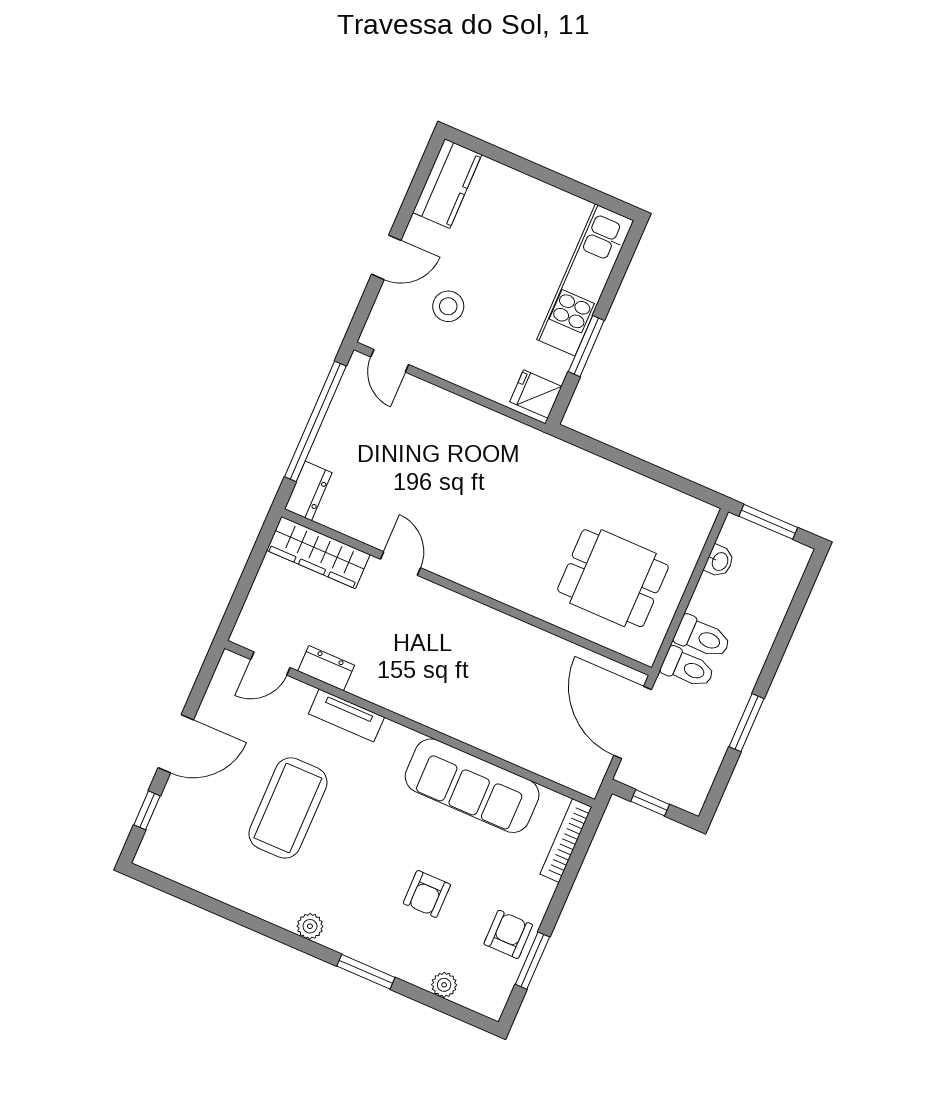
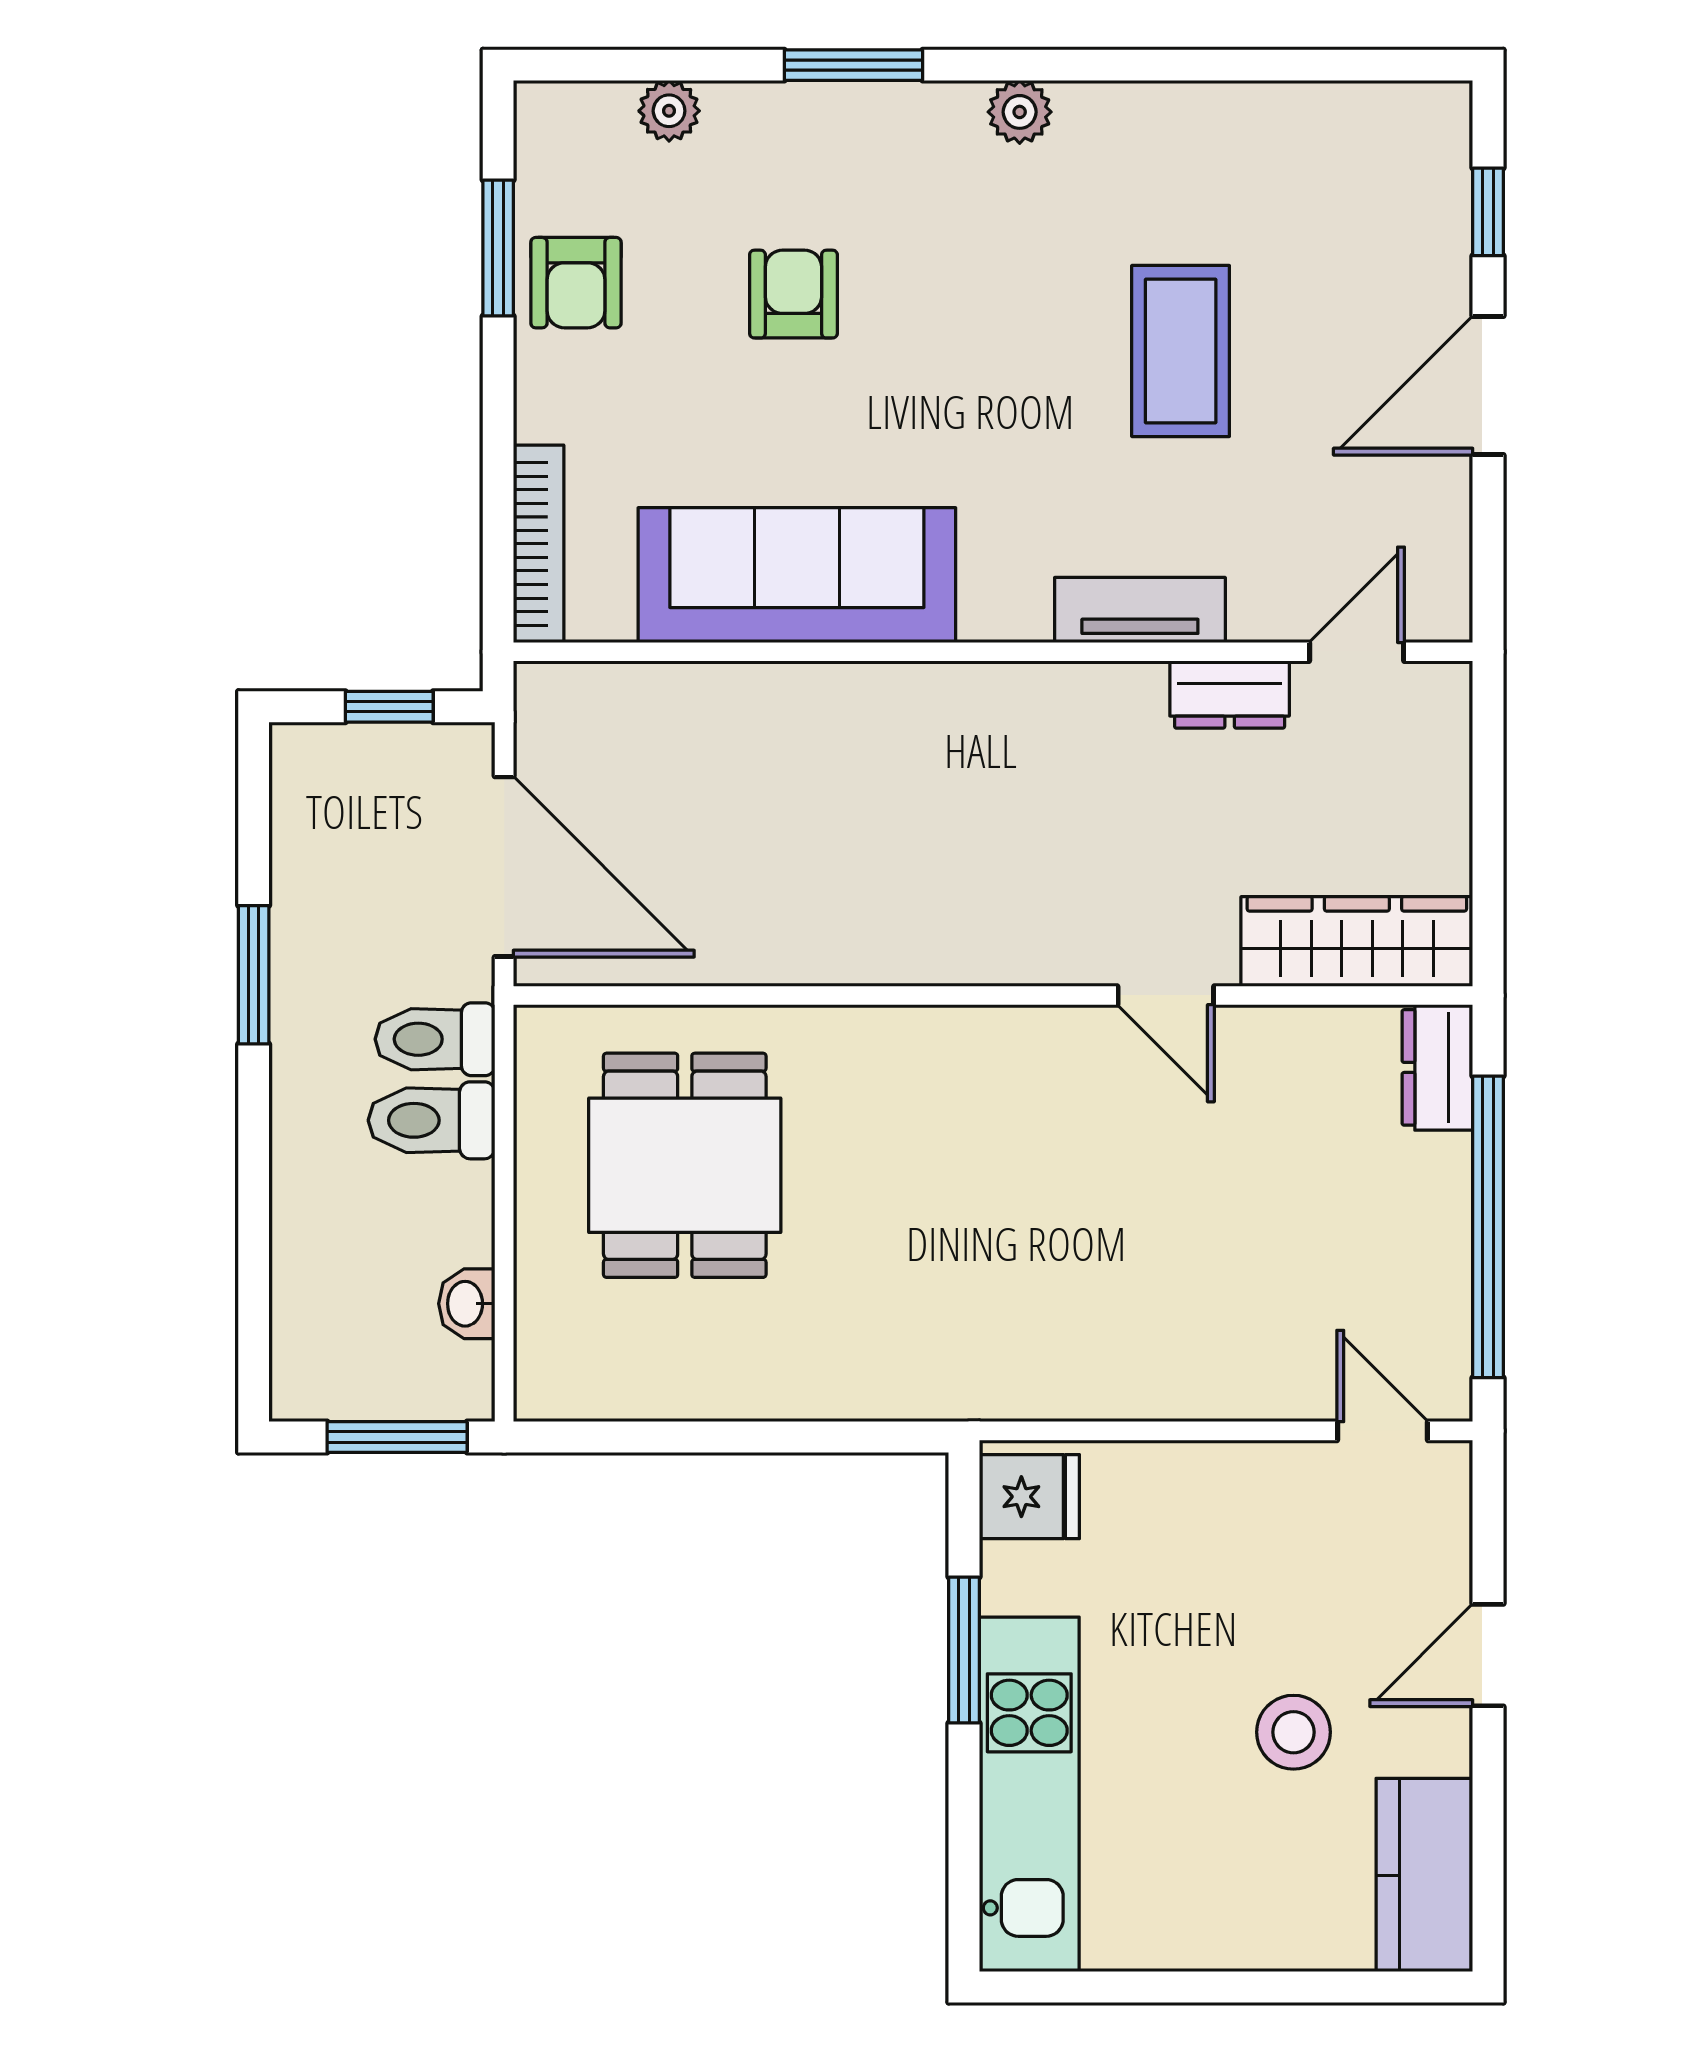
stool: (448, 306) -> (1293, 1732), moved
dining table: (613, 578) -> (685, 1165), turned 90
coffee table: (288, 808) -> (1181, 351), width x0.73, depth x0.76

